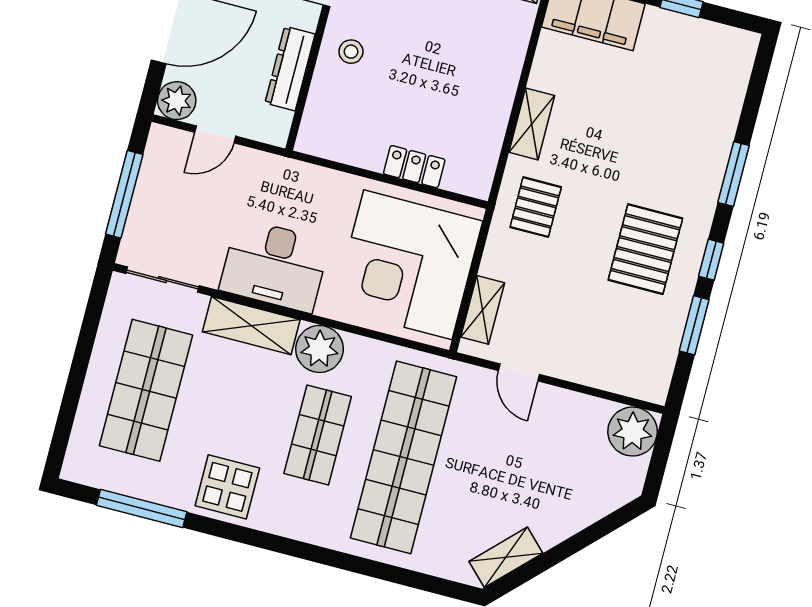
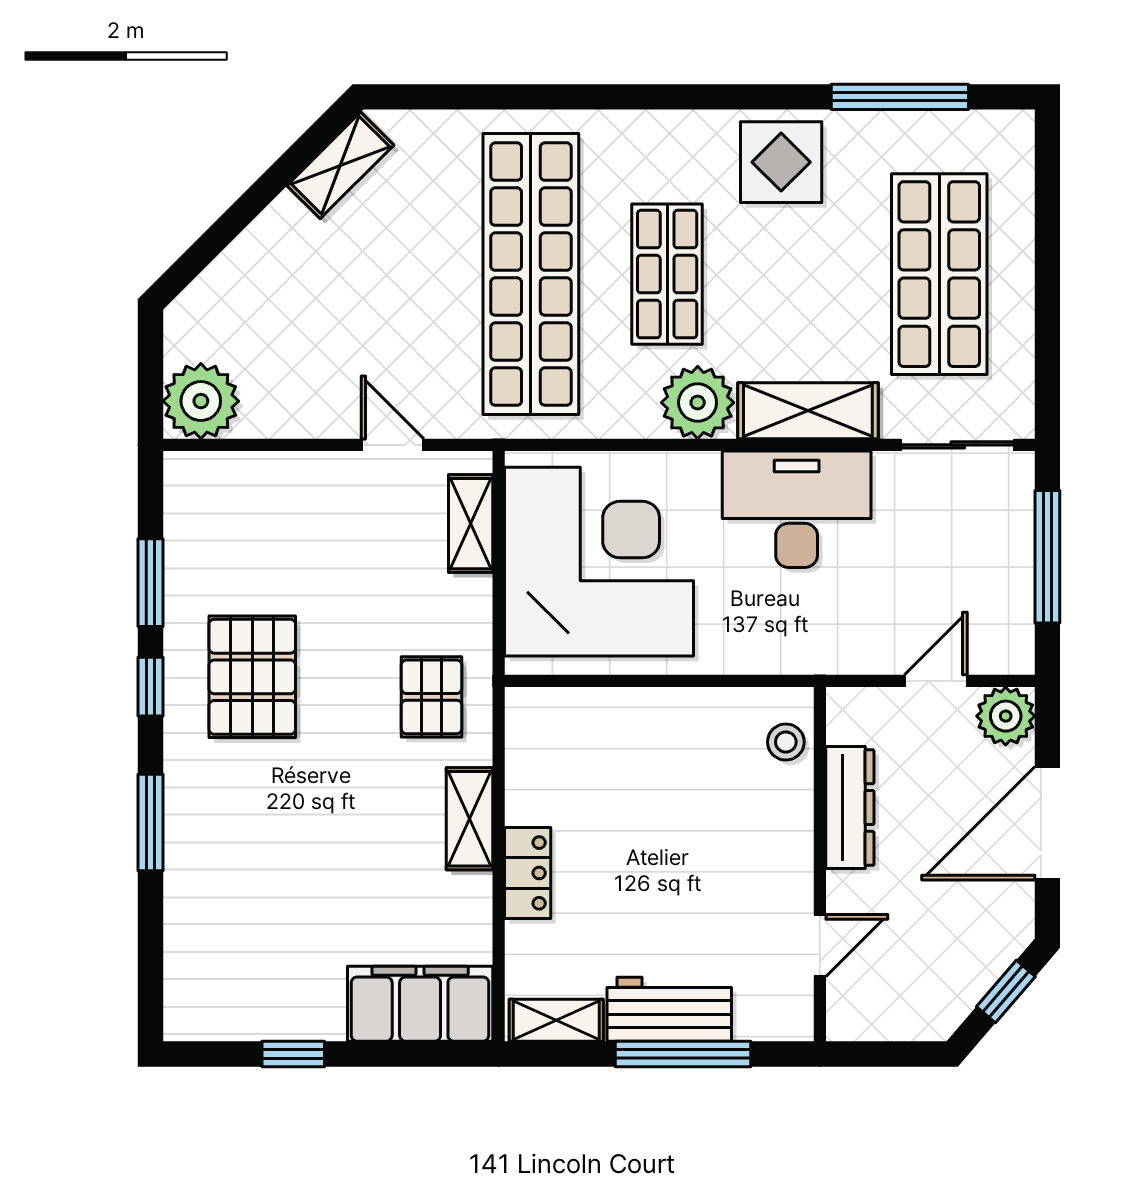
stool: (351, 52) -> (786, 742), moved
locker: (414, 167) -> (528, 873), moved, turned -90

